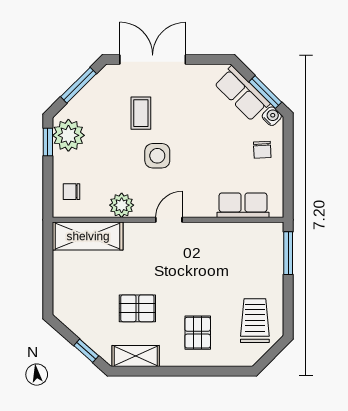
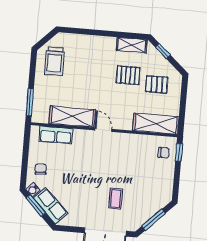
plant: (68, 135) -> (163, 189), removed
window: (48, 142) -> (179, 152), moved
side table: (157, 156) -> (107, 171), removed
plant: (122, 205) -> (133, 141), removed
door: (169, 220) -> (103, 130), swing flipped
shelving: (220, 236) -> (72, 117), added
pallet: (198, 333) -> (157, 84), moved, turned 90

